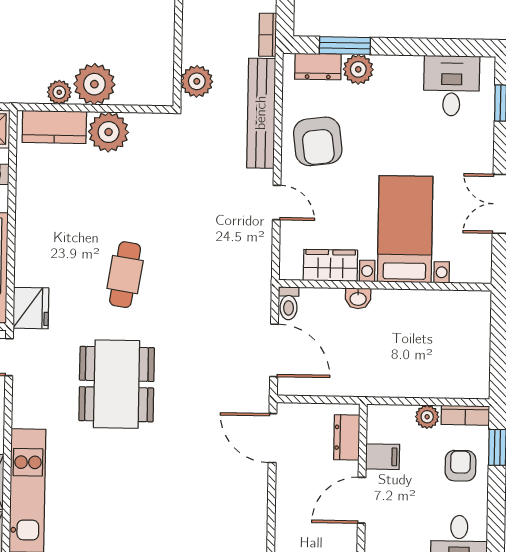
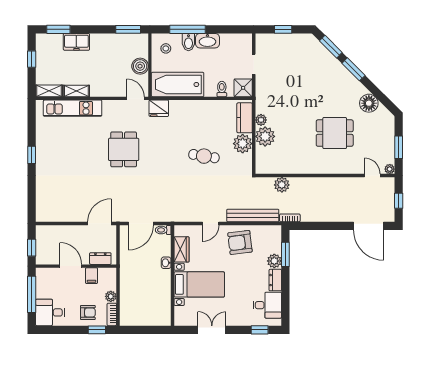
dresser: (318, 67) -> (275, 280), moved
plant: (197, 81) -> (282, 185), moved
cafe table: (125, 275) -> (204, 156), moved
dining table: (117, 384) -> (124, 149), width x0.73

